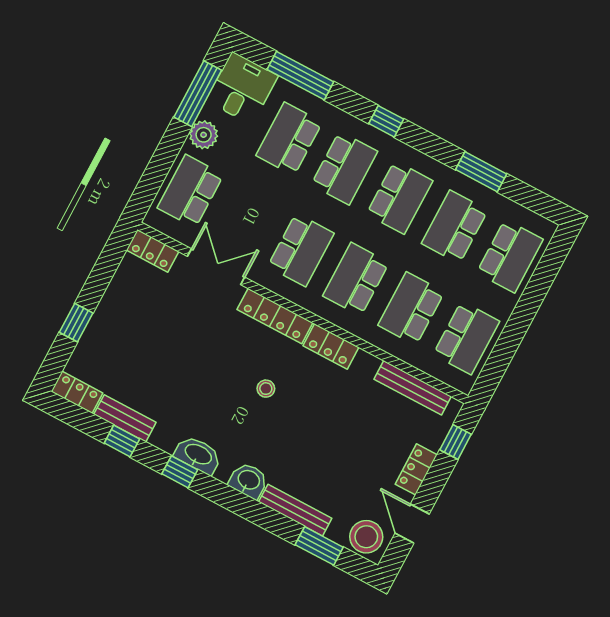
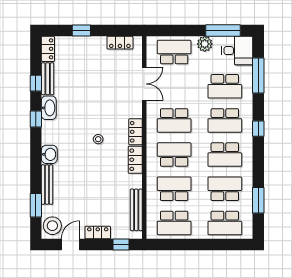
school desk: (289, 139) -> (225, 86), turned 180
window: (481, 172) -> (258, 200), moved
locker: (153, 251) -> (120, 43), moved, turned -90
locker: (275, 316) -> (136, 132), width x0.66
washbasin: (198, 455) -> (49, 108), moved

